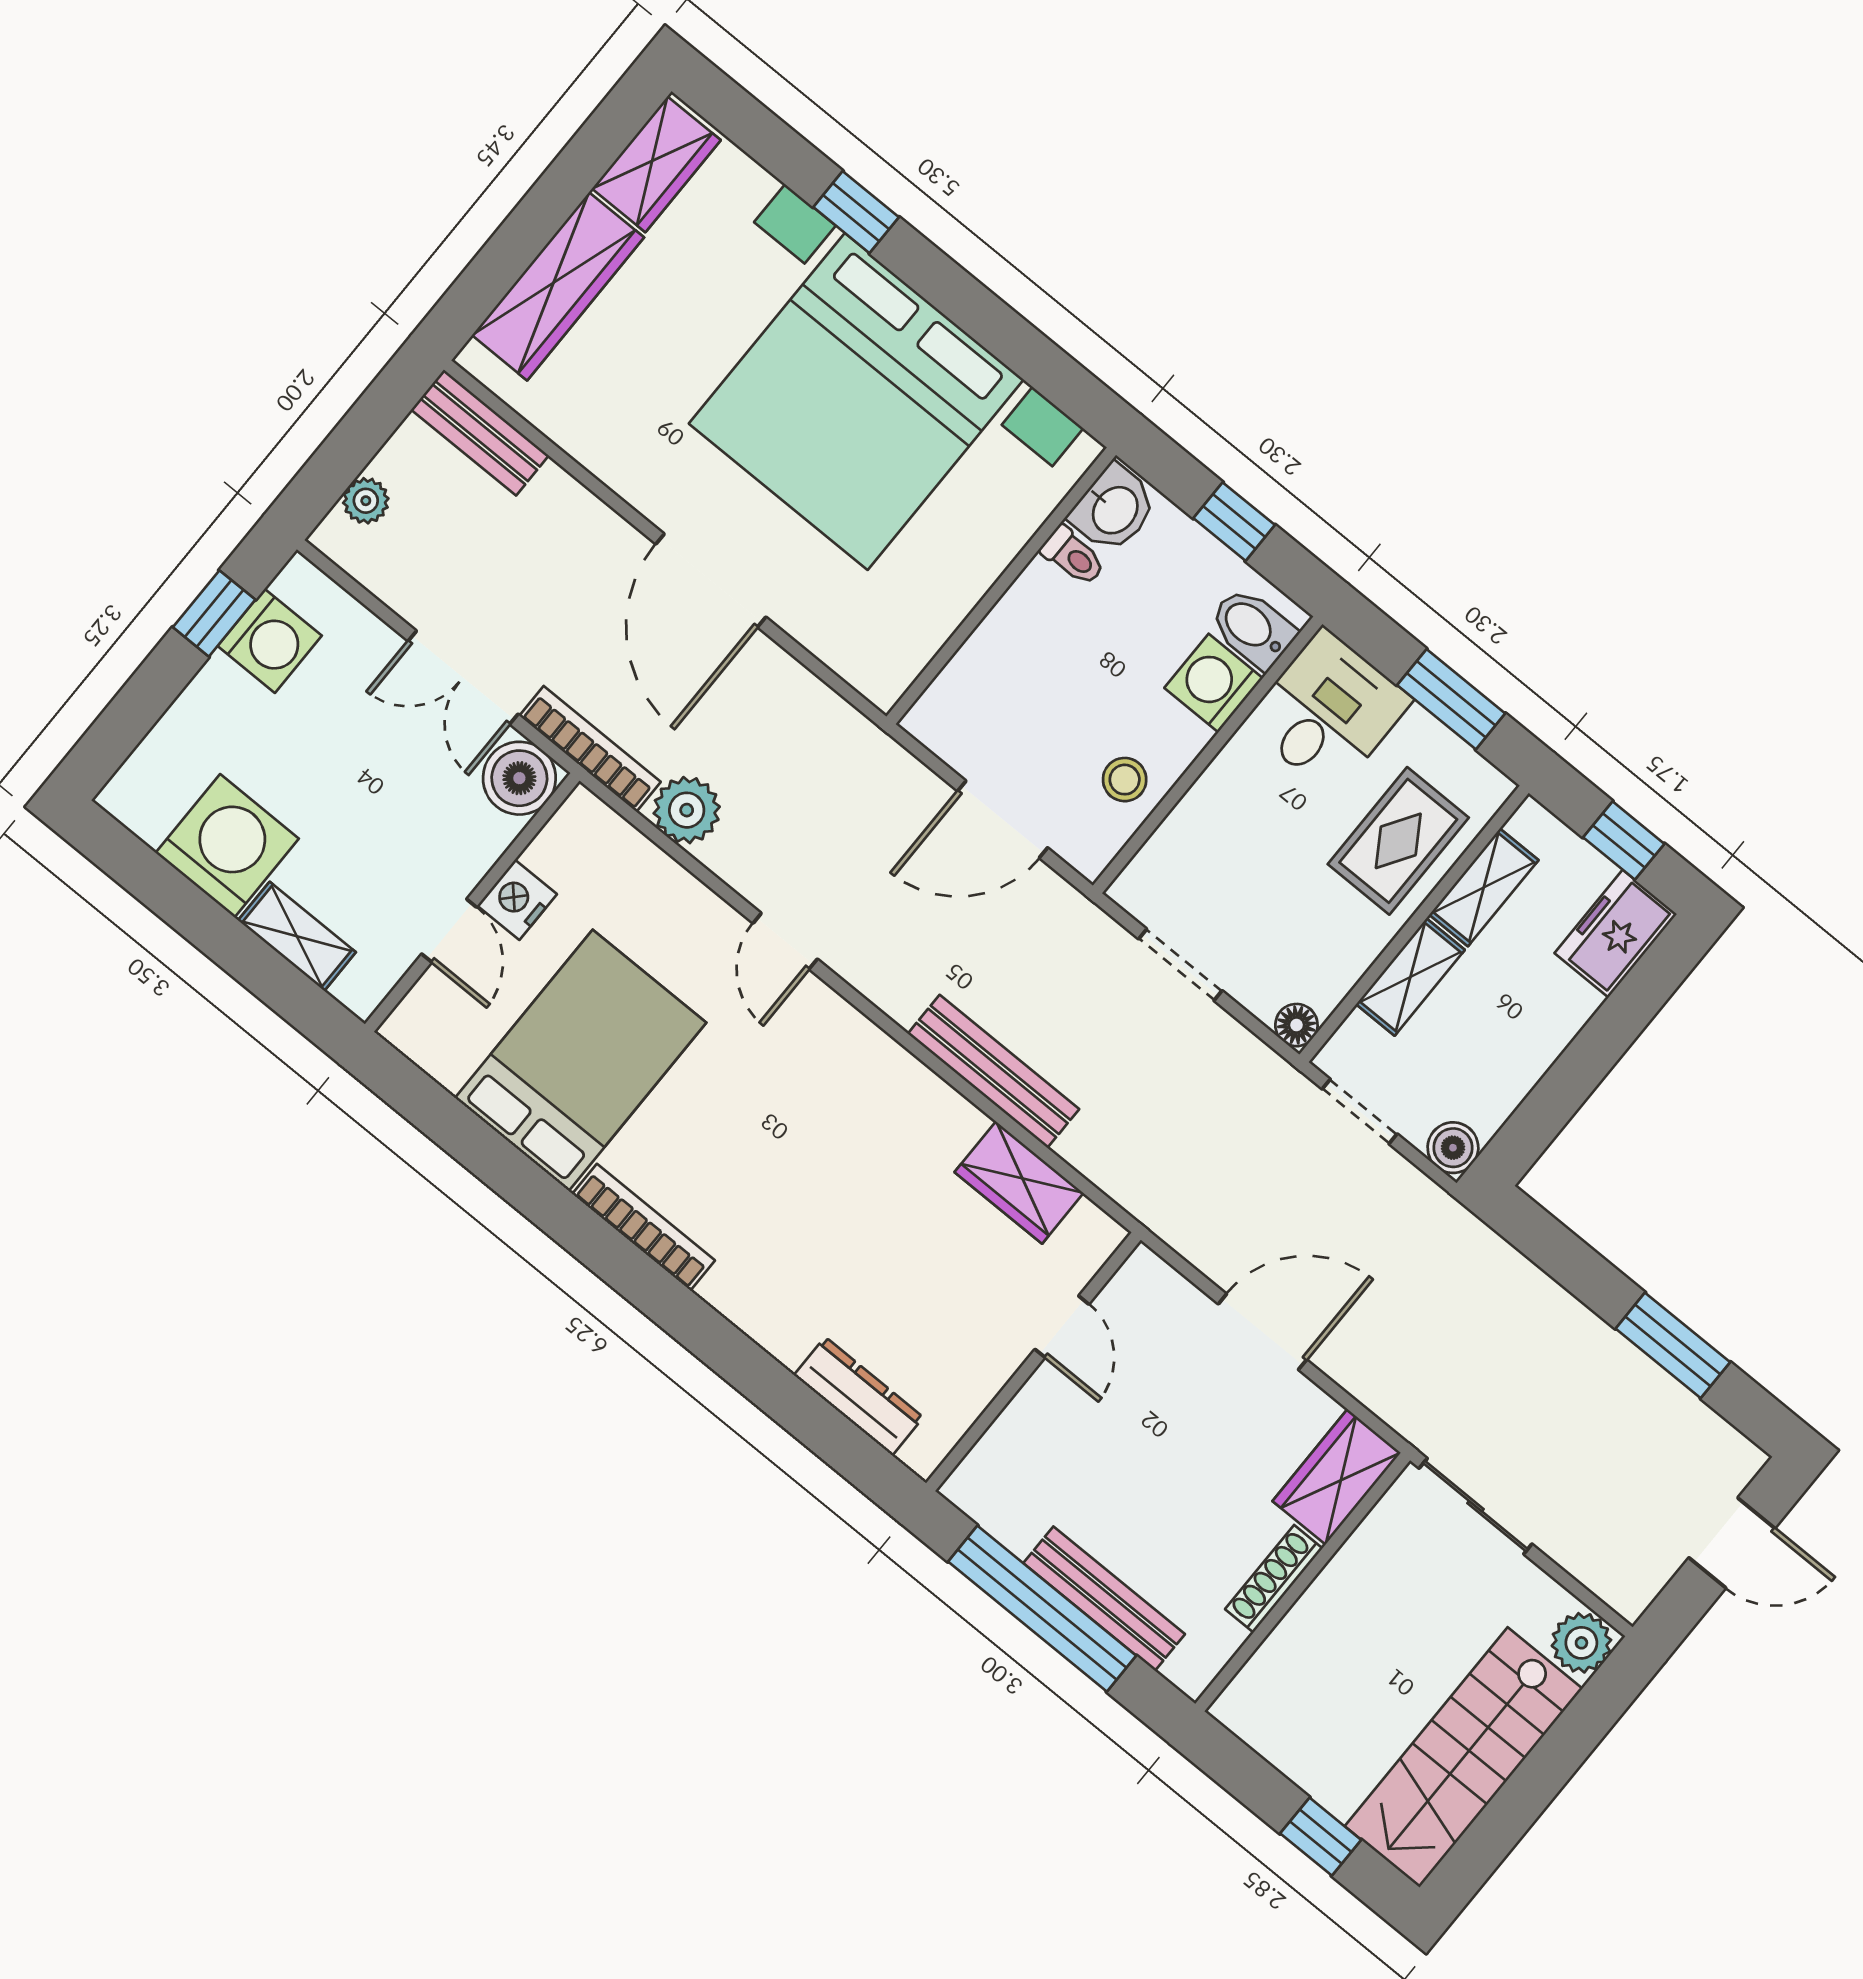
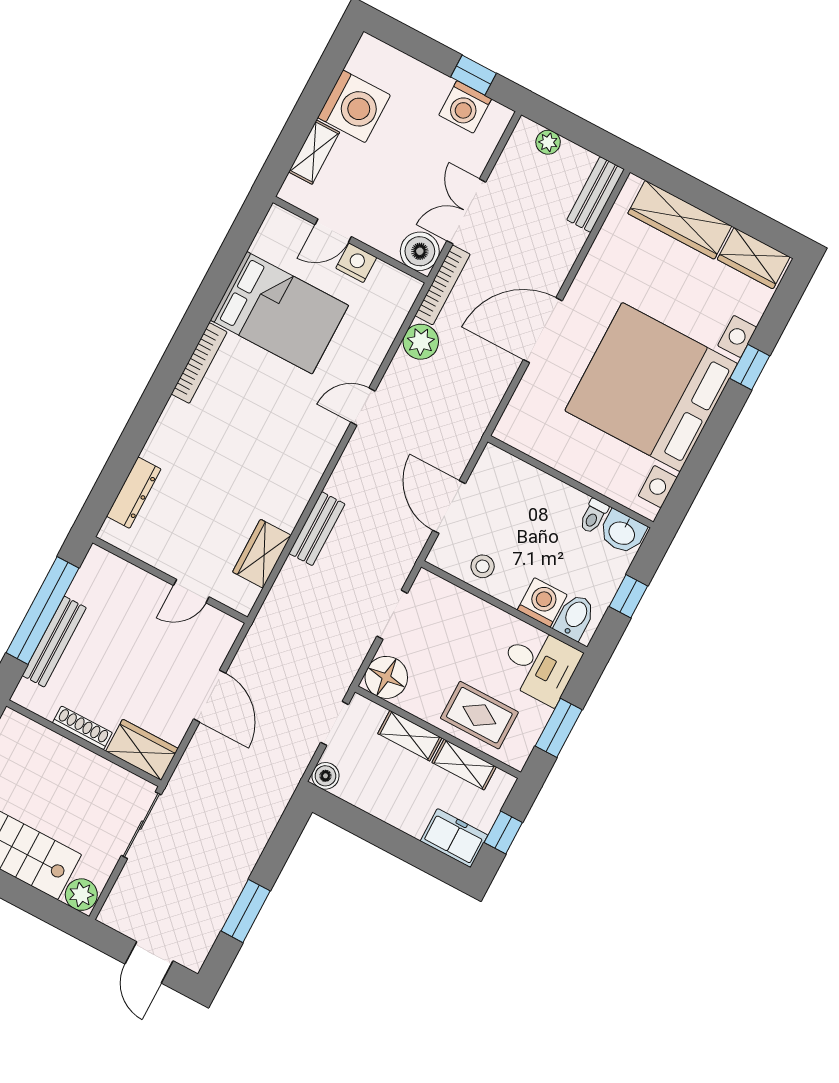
floor lamp: (1296, 1025) -> (386, 677), width x1.89, depth x1.89
bench: (993, 1071) -> (317, 529), width x0.73

